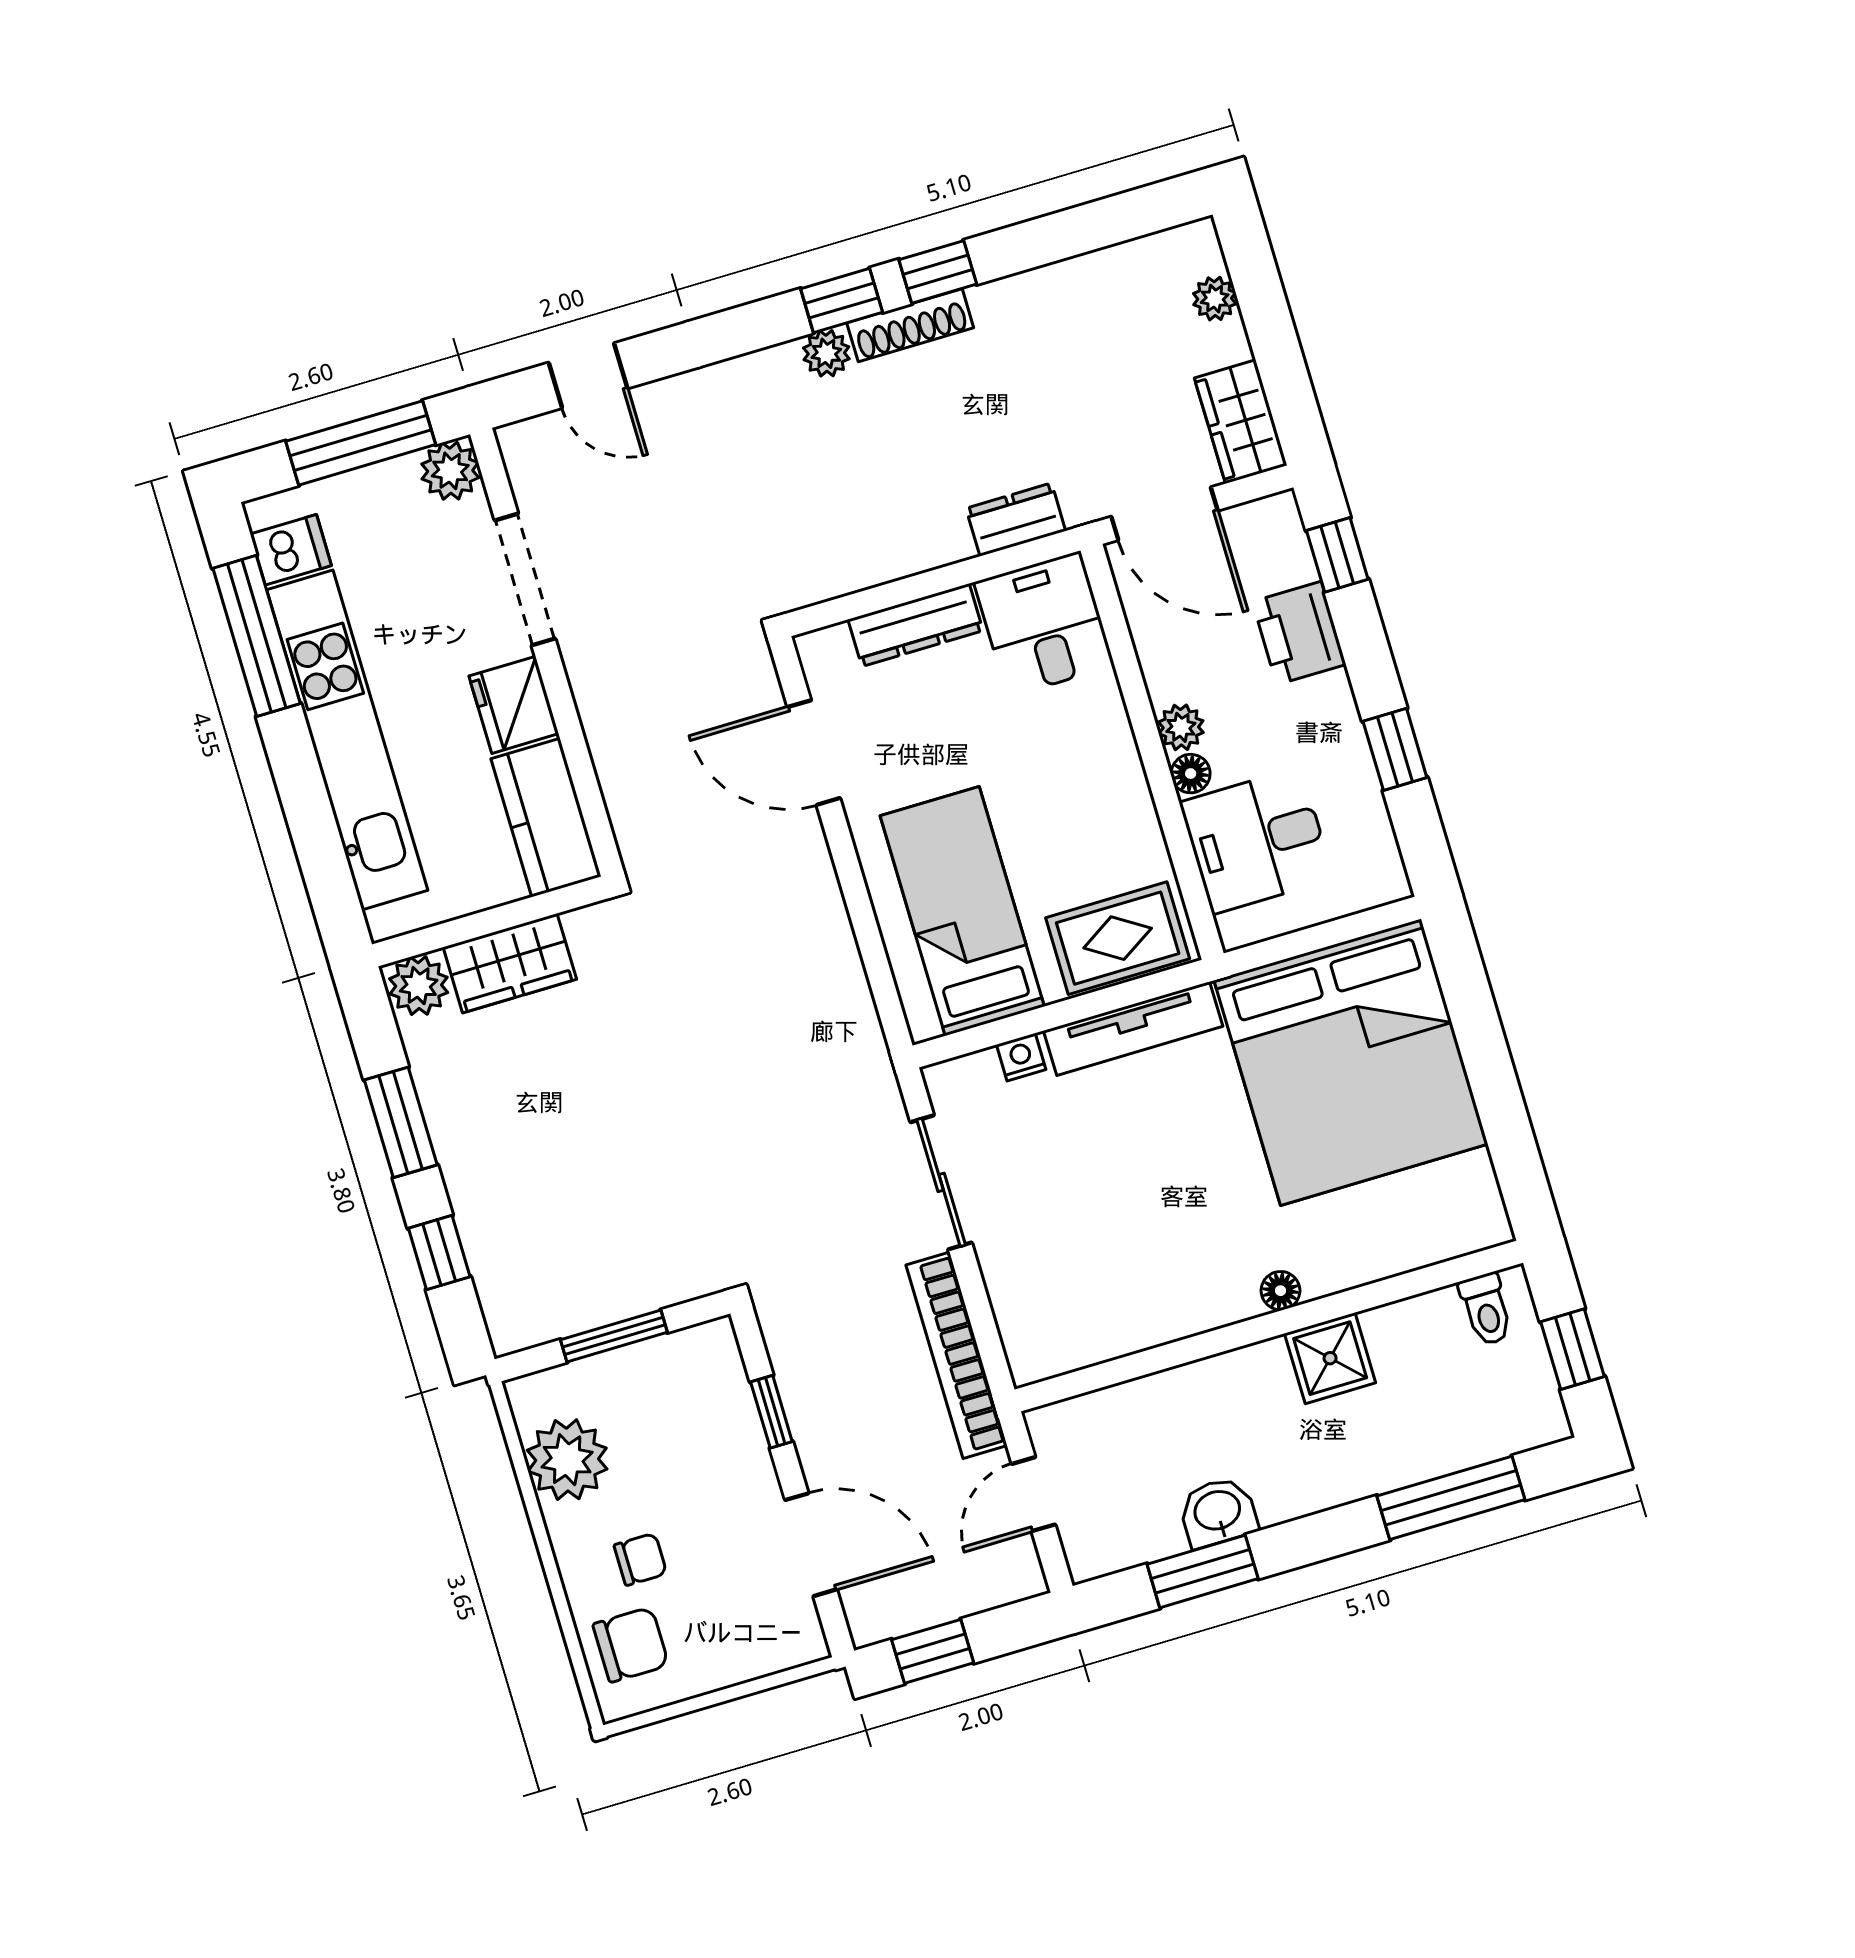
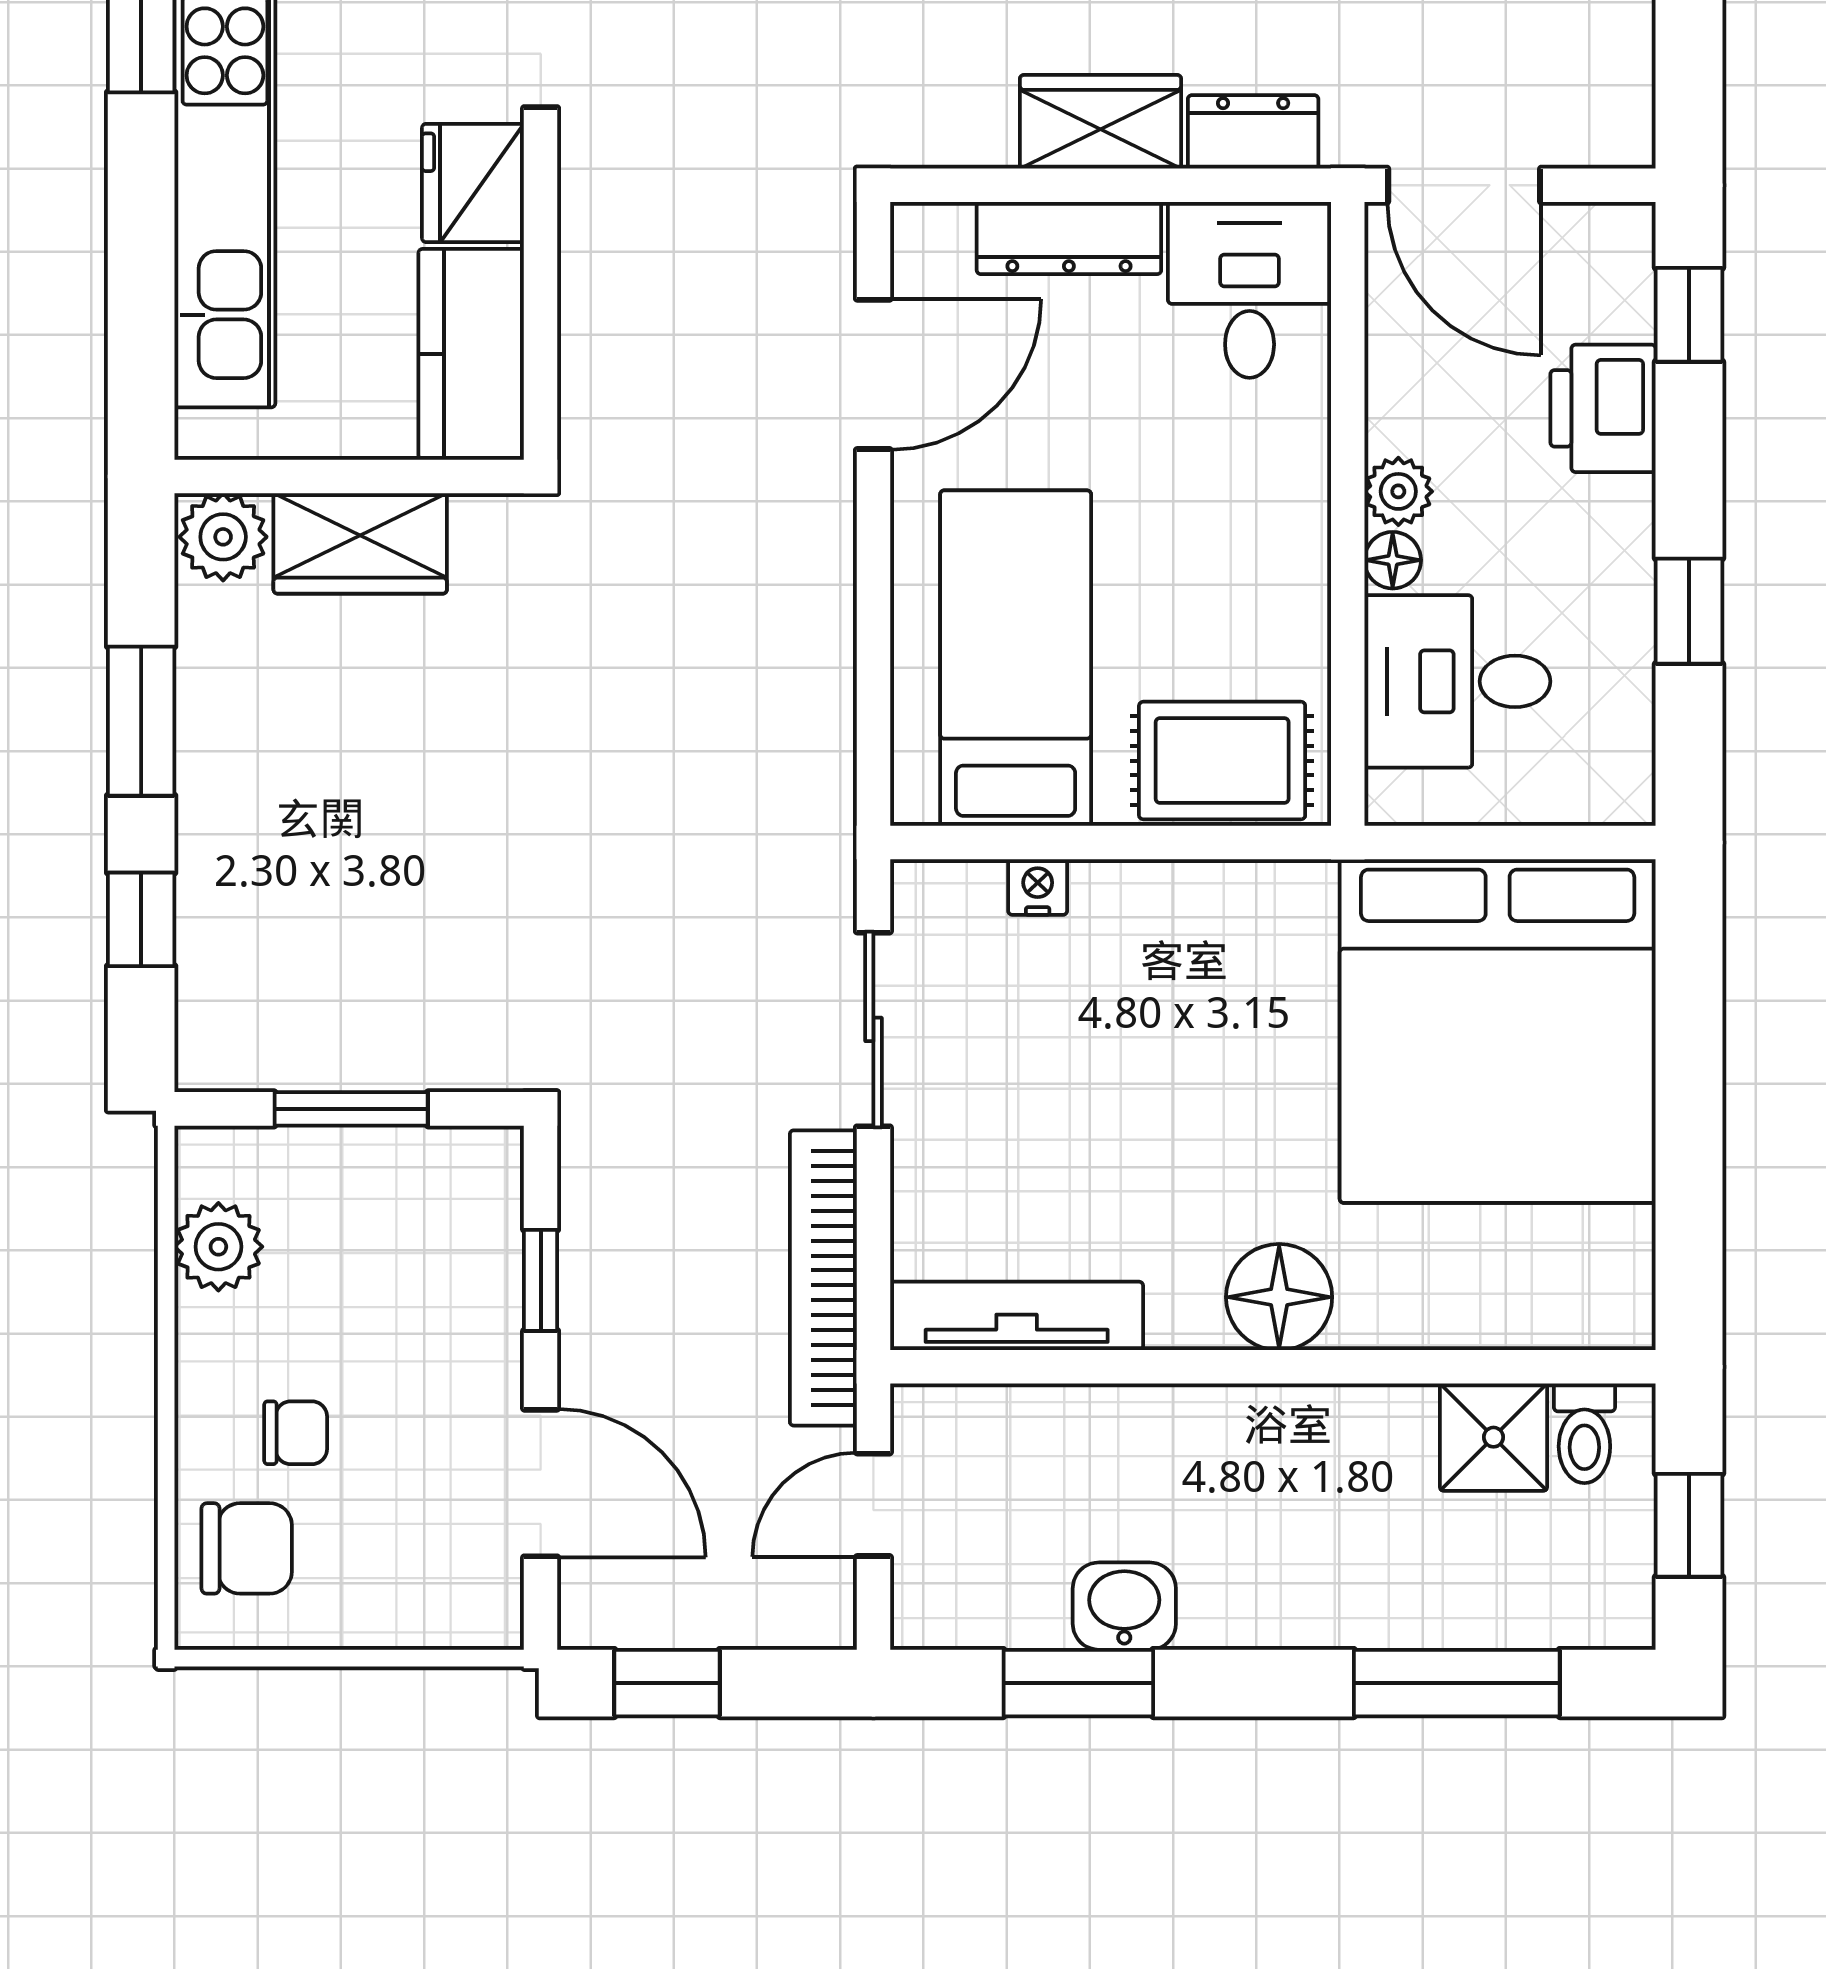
wardrobe: (1241, 422) -> (1101, 122), moved, turned 90
door: (814, 753) -> (873, 374), swing flipped
tv unit: (1133, 1028) -> (1017, 1316), moved, turned 180
floor lamp: (1280, 1291) -> (1279, 1297), width x1.89, depth x1.89
shower: (1330, 1358) -> (1493, 1437), moved
plant: (567, 1460) -> (218, 1247), width x0.73, depth x0.73

